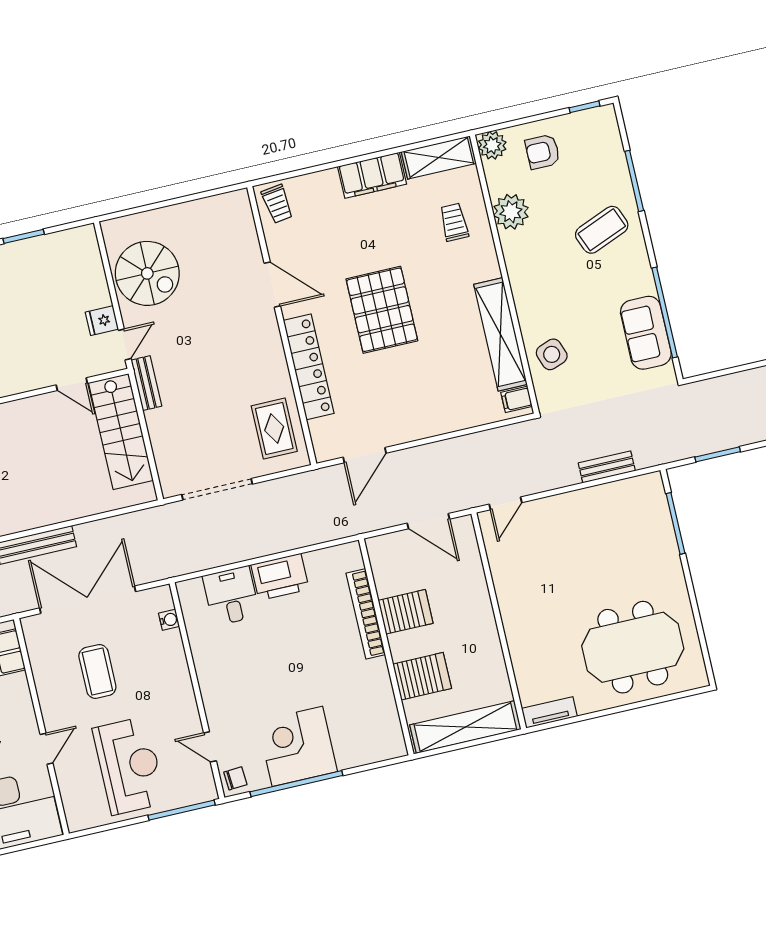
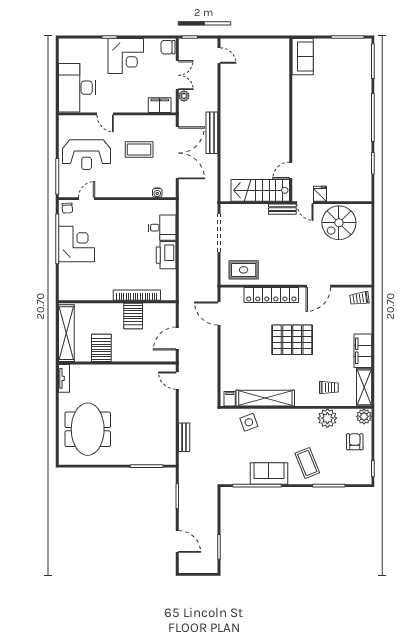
sofa: (646, 333) -> (269, 474), moved
server rack: (422, 676) -> (101, 348), moved, turned 180

